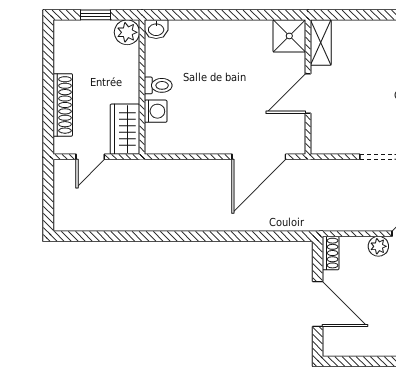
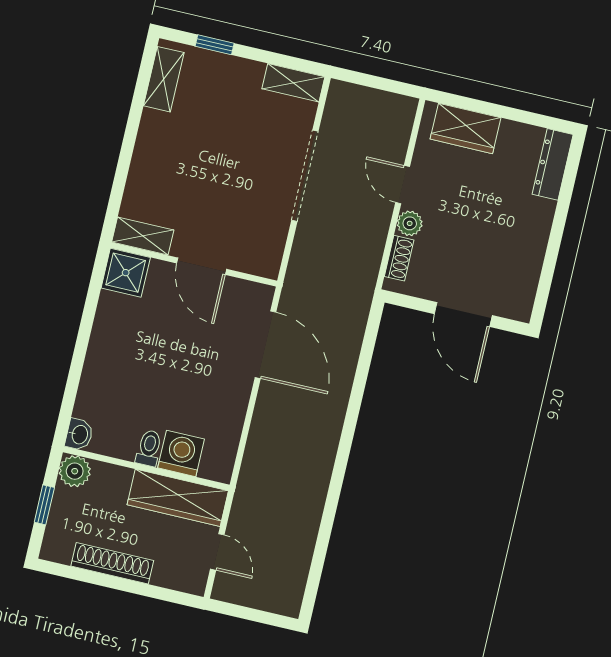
shoe rack: (63, 105) -> (112, 563), moved
washing machine: (156, 111) -> (181, 453), width x1.38, depth x1.38
wardrobe: (125, 129) -> (178, 498), width x1.50
shoe rack: (331, 253) -> (399, 258), moved, turned 90
door: (318, 304) -> (463, 315), swing flipped

